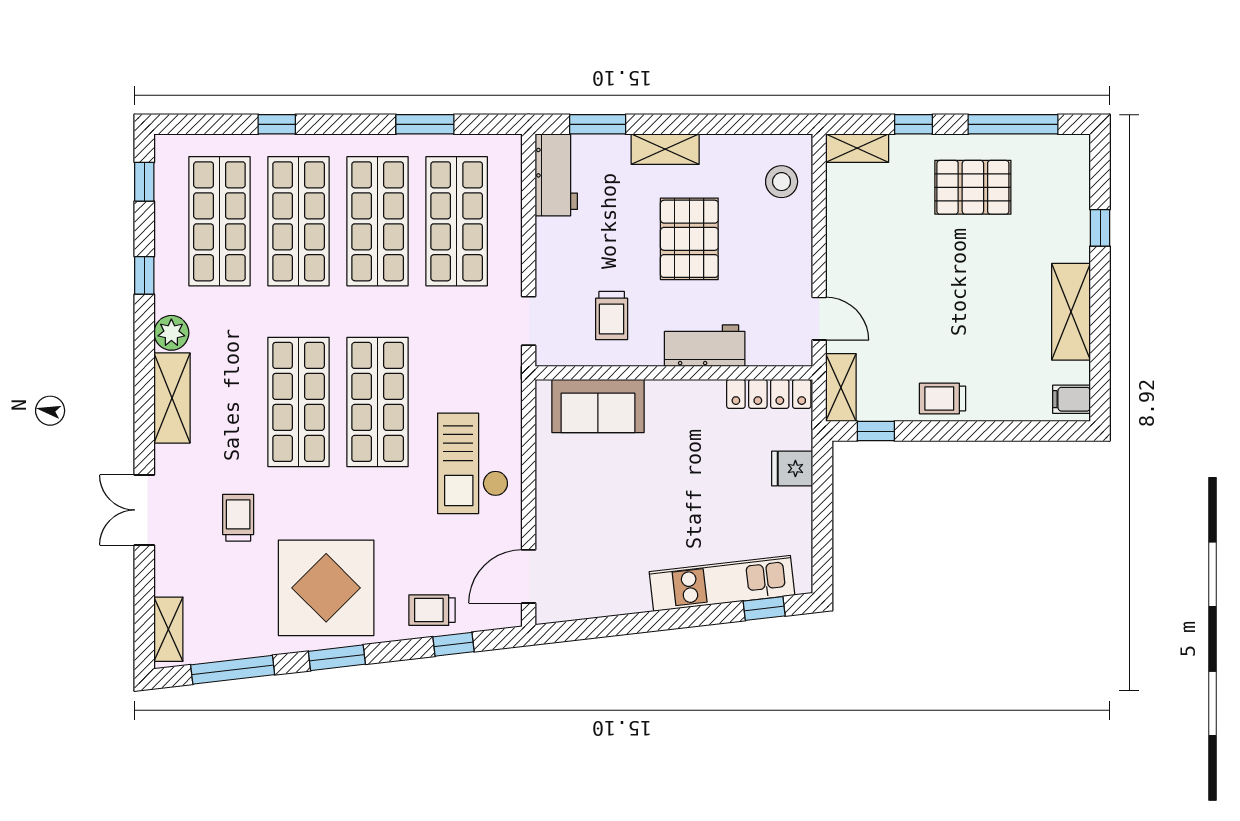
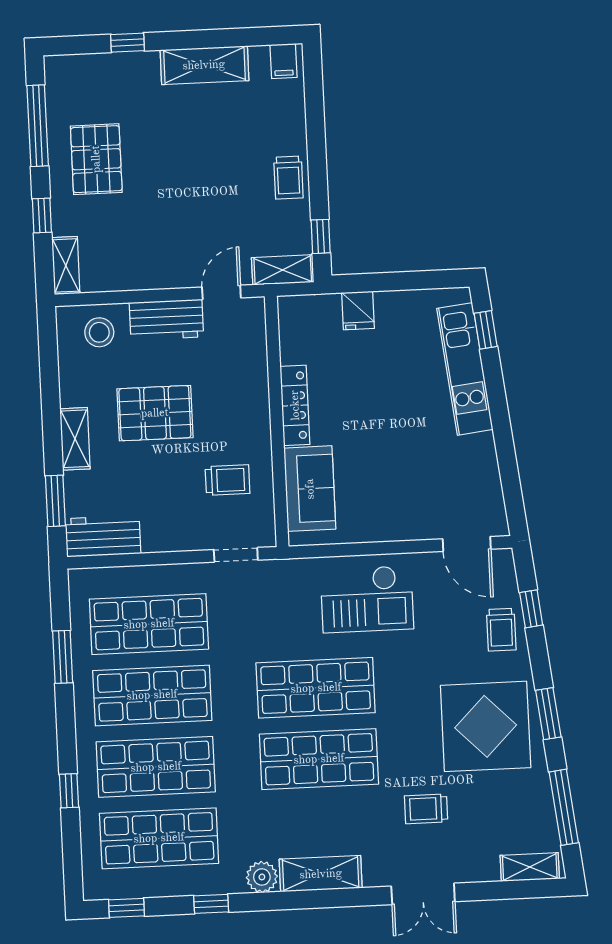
workbench: (705, 346) -> (166, 320), moved, turned -90
locker: (769, 394) -> (295, 405), moved

